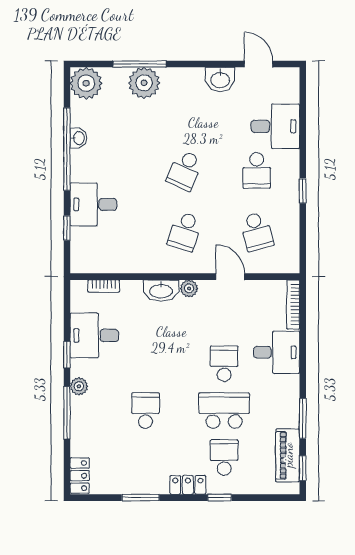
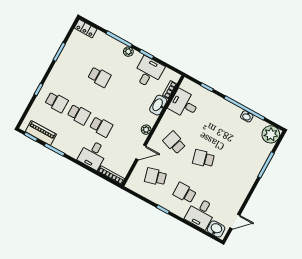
washbasin: (220, 79) -> (216, 229), moved, turned 90
plant: (144, 83) -> (256, 162), removed
school desk: (185, 170) -> (203, 159), turned -39
desk: (93, 204) -> (184, 104), moved, turned -90
washbasin: (161, 291) -> (158, 105), moved
school desk: (224, 411) -> (79, 114), width x0.54
locker: (188, 485) -> (53, 78), removed

